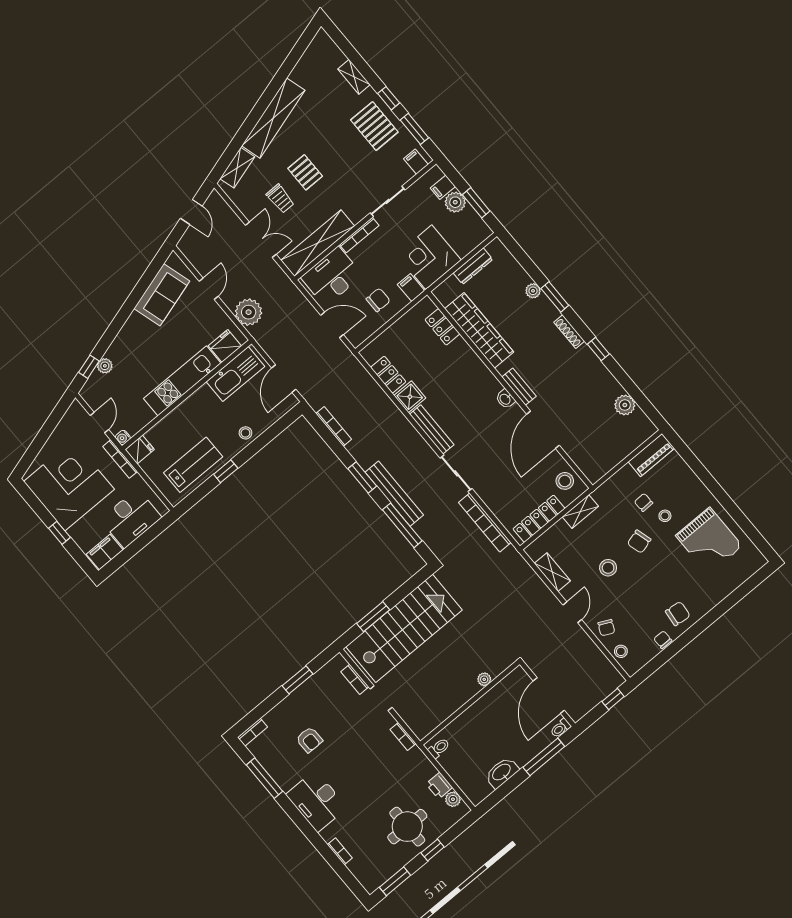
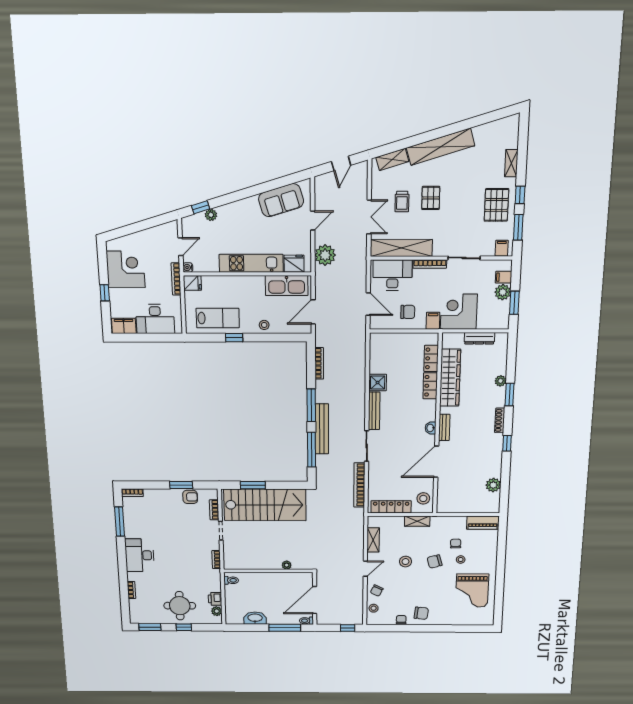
locker: (388, 375) -> (430, 386), moved, turned 180
window: (362, 477) -> (311, 405), width x1.44
corner desk: (69, 485) -> (126, 269), width x0.74, depth x0.74
armchair: (309, 740) -> (190, 497), moved, turned -90

